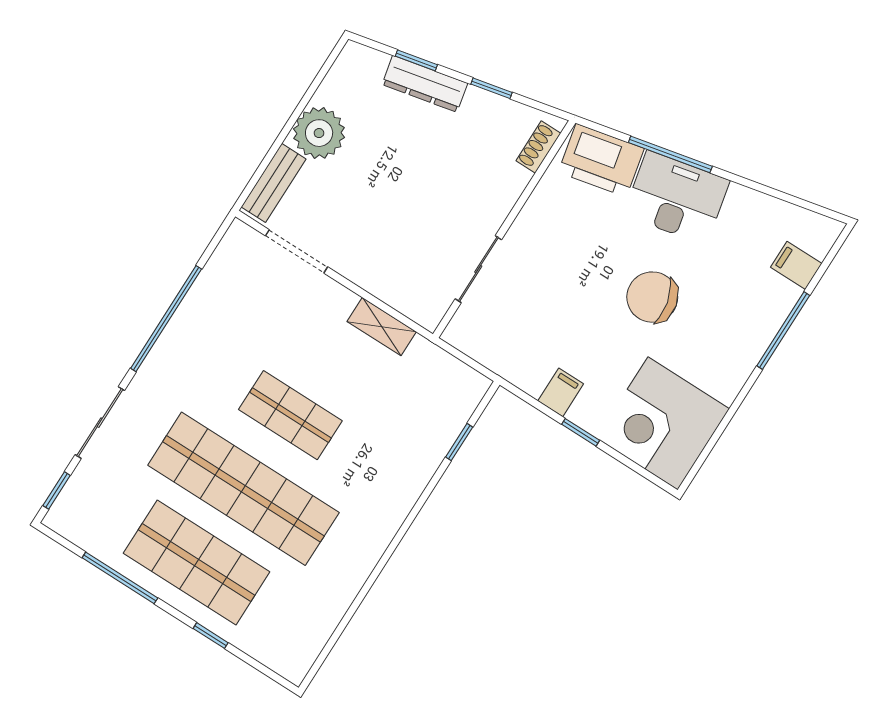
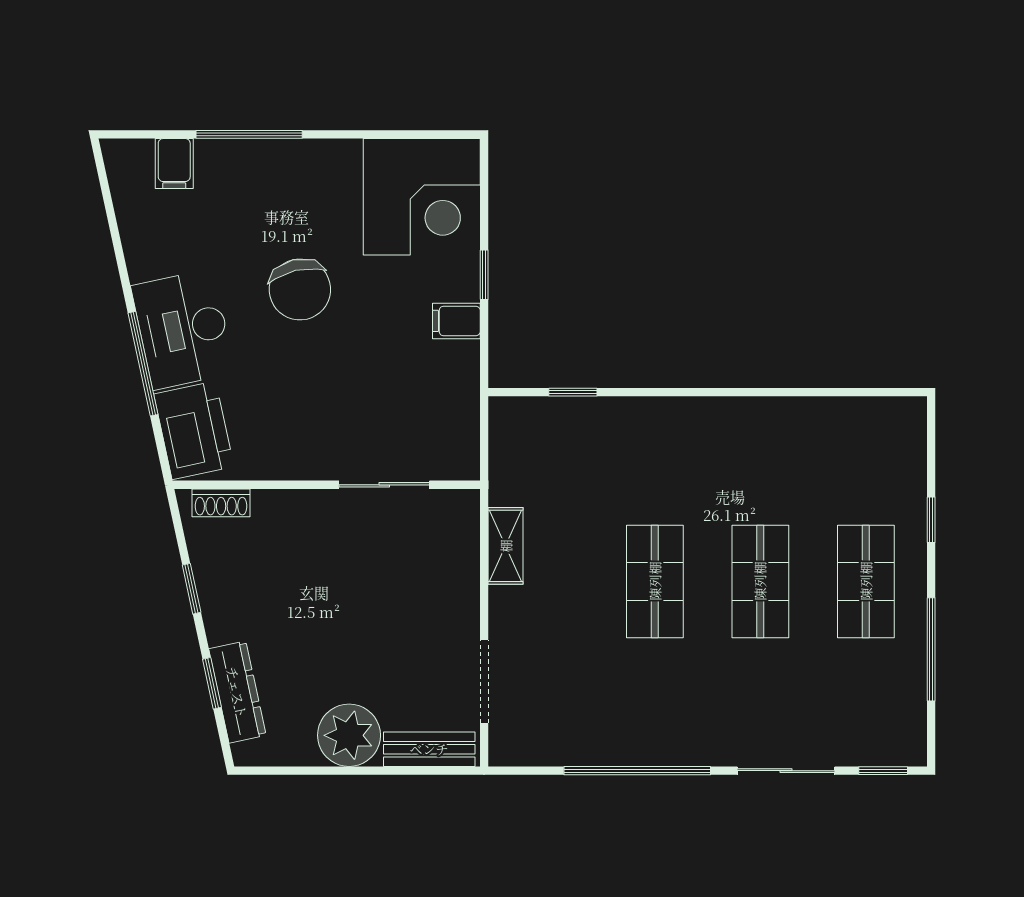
dresser: (425, 84) -> (237, 692), moved
shop shelf: (243, 489) -> (760, 581), width x0.50, depth x0.74
shop shelf: (197, 563) -> (866, 581), width x0.70, depth x0.74

